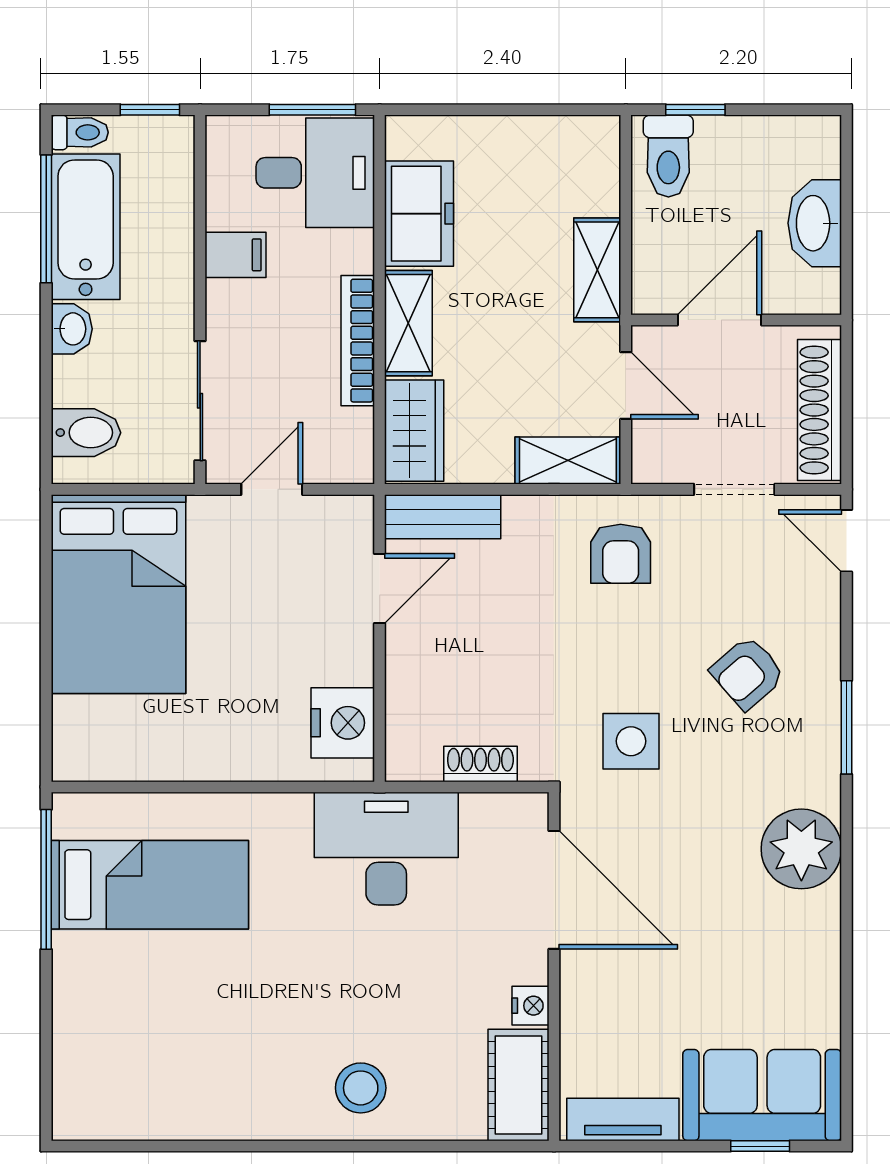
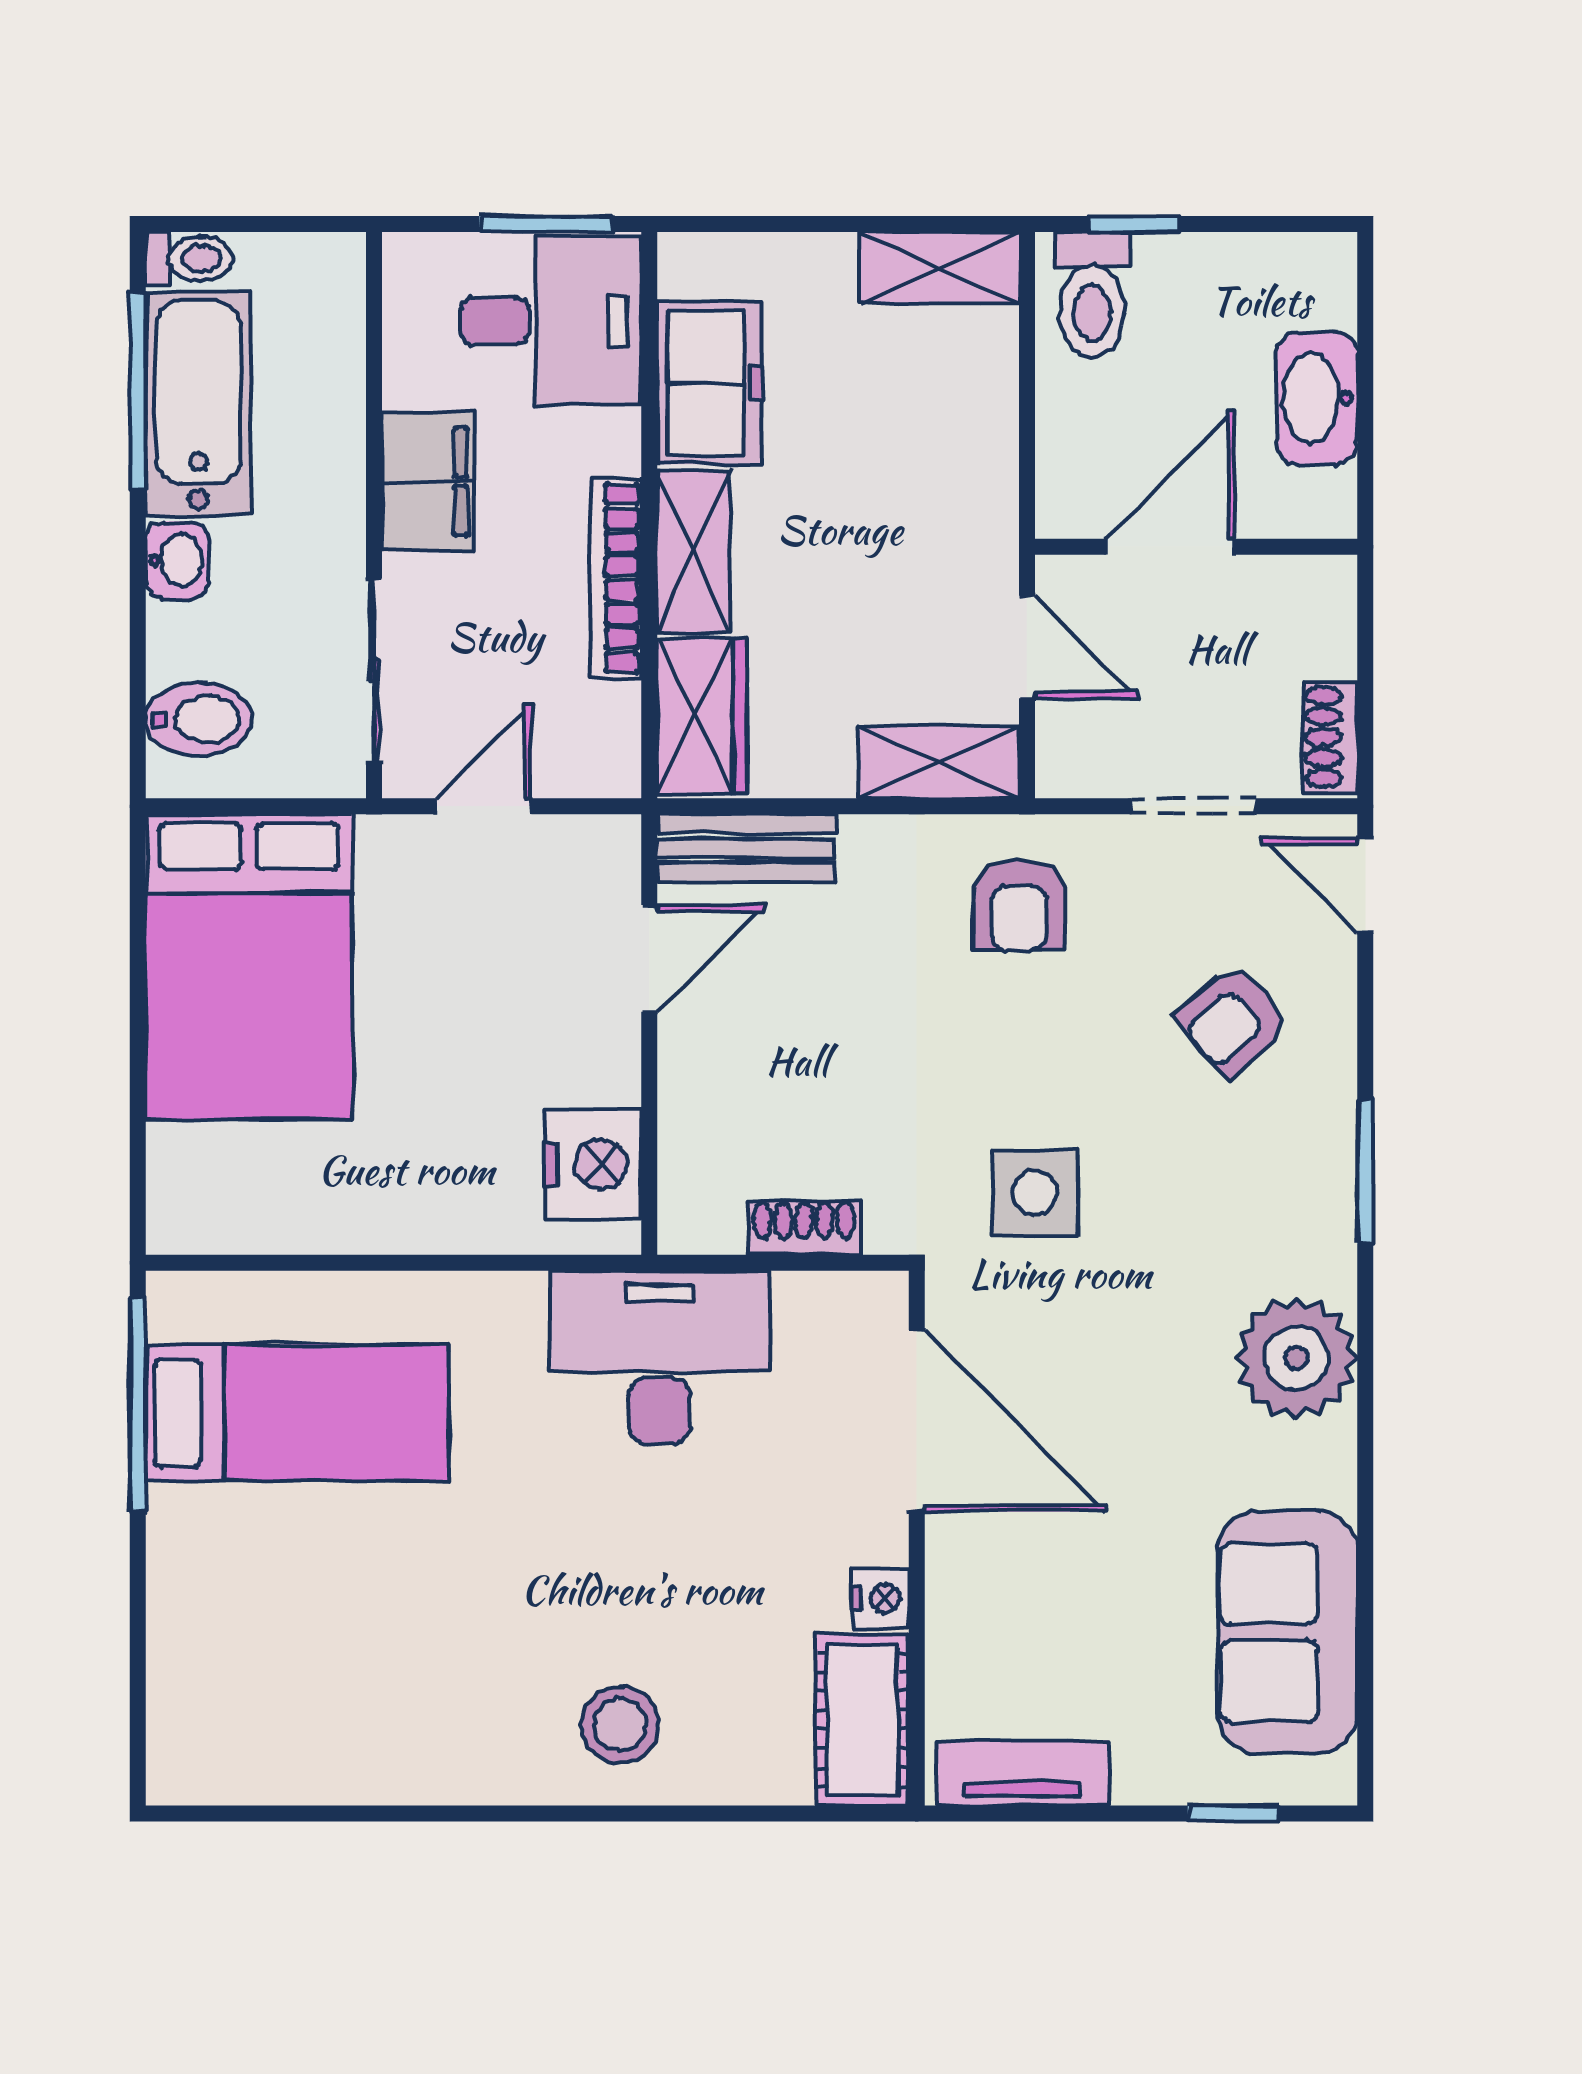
window: (150, 110) -> (297, 224), removed
filing cabinet: (235, 255) -> (428, 482), width x2.00
shelving: (597, 270) -> (939, 268), moved, turned 90
shoe rack: (819, 410) -> (1330, 737), width x0.51, depth x0.81
armchair: (748, 673) -> (1233, 1021), moved
sofa: (762, 1095) -> (1287, 1632), moved, turned -90

